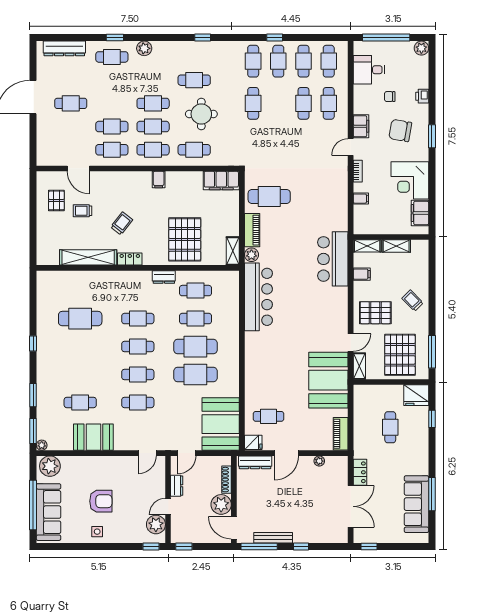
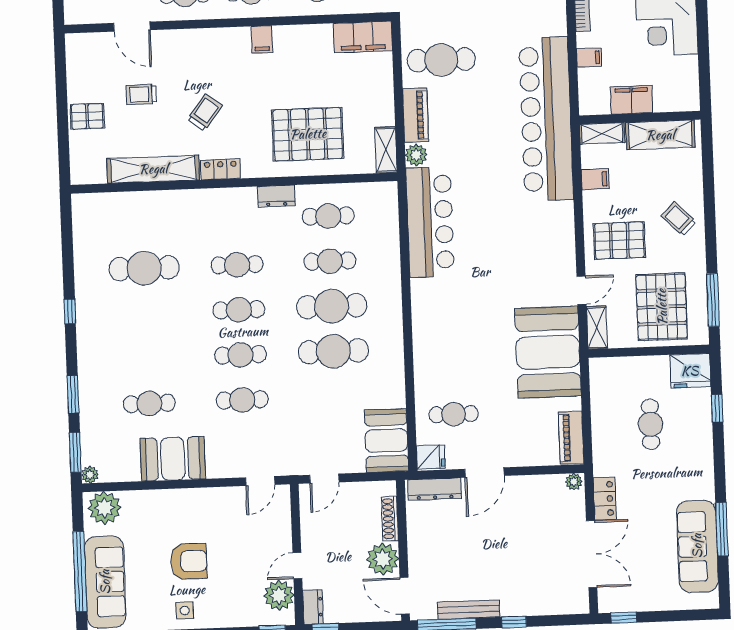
pallet: (56, 200) -> (87, 116), moved, turned 90
filing cabinet: (420, 213) -> (632, 100), moved, turned 90
pallet: (185, 239) -> (308, 134), turned 90
shelving: (396, 246) -> (660, 135), width x1.50, depth x1.33
bar counter: (333, 259) -> (546, 119), width x1.86
booth: (221, 424) -> (386, 441), width x0.73, depth x0.70
plant: (319, 461) -> (574, 482), moved
dresser: (177, 486) -> (313, 607), moved

